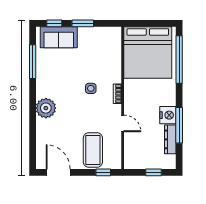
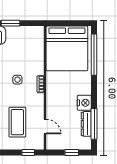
door: (123, 123) -> (45, 127), moved
window: (179, 125) -> (94, 124), moved
coffee table: (93, 150) -> (17, 122), moved

